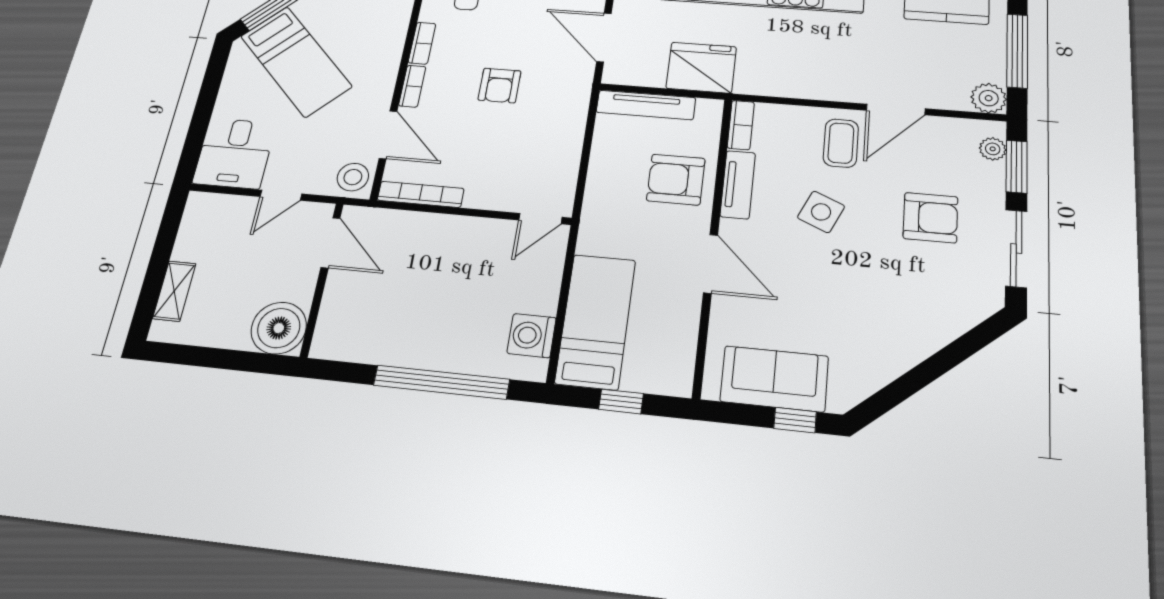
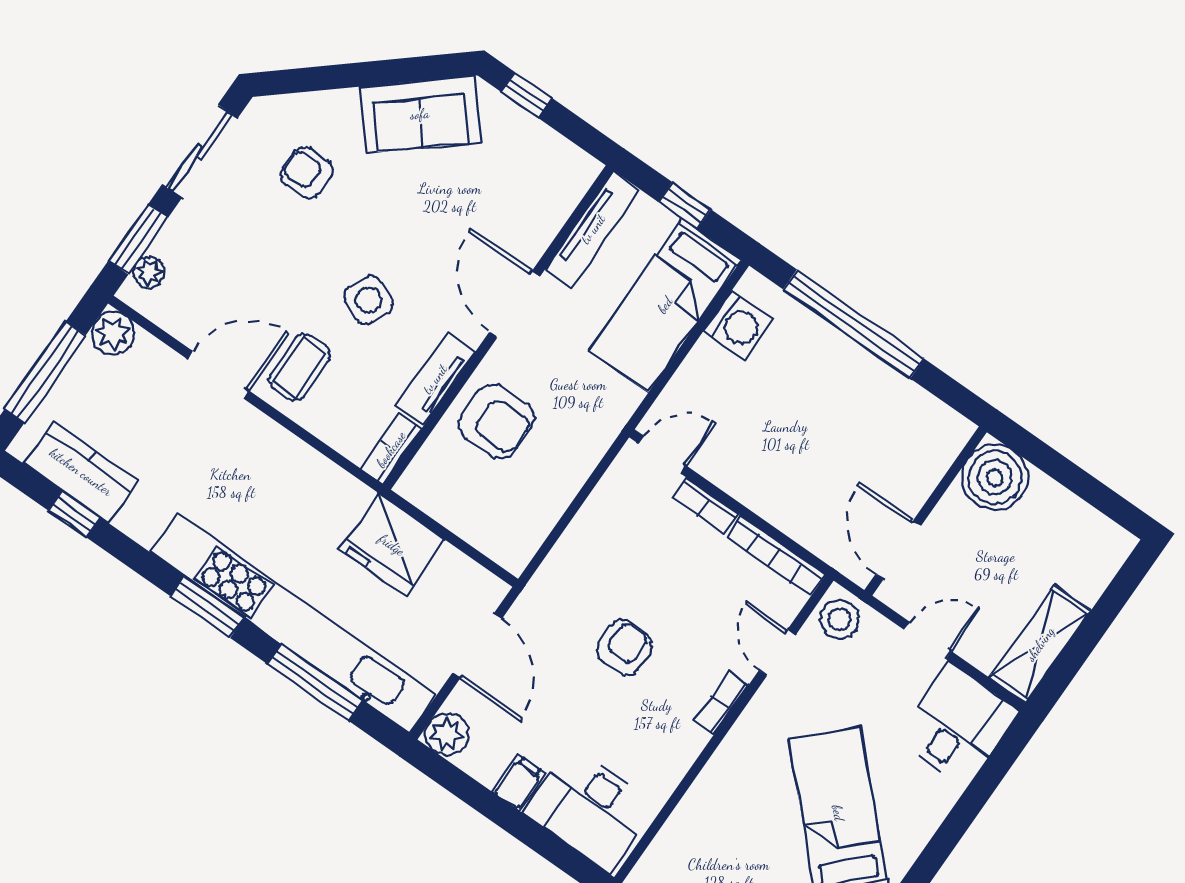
bookcase: (422, 43) -> (705, 506), moved, turned -90
tv unit: (646, 105) -> (593, 229), moved, turned 90
door: (388, 135) -> (777, 653), width x0.73
armchair: (931, 218) -> (307, 173), moved, width x0.72, depth x0.72
shelving: (174, 291) -> (1040, 644), moved, width x1.50, depth x1.33
sofa: (774, 379) -> (420, 114), moved, turned -40

